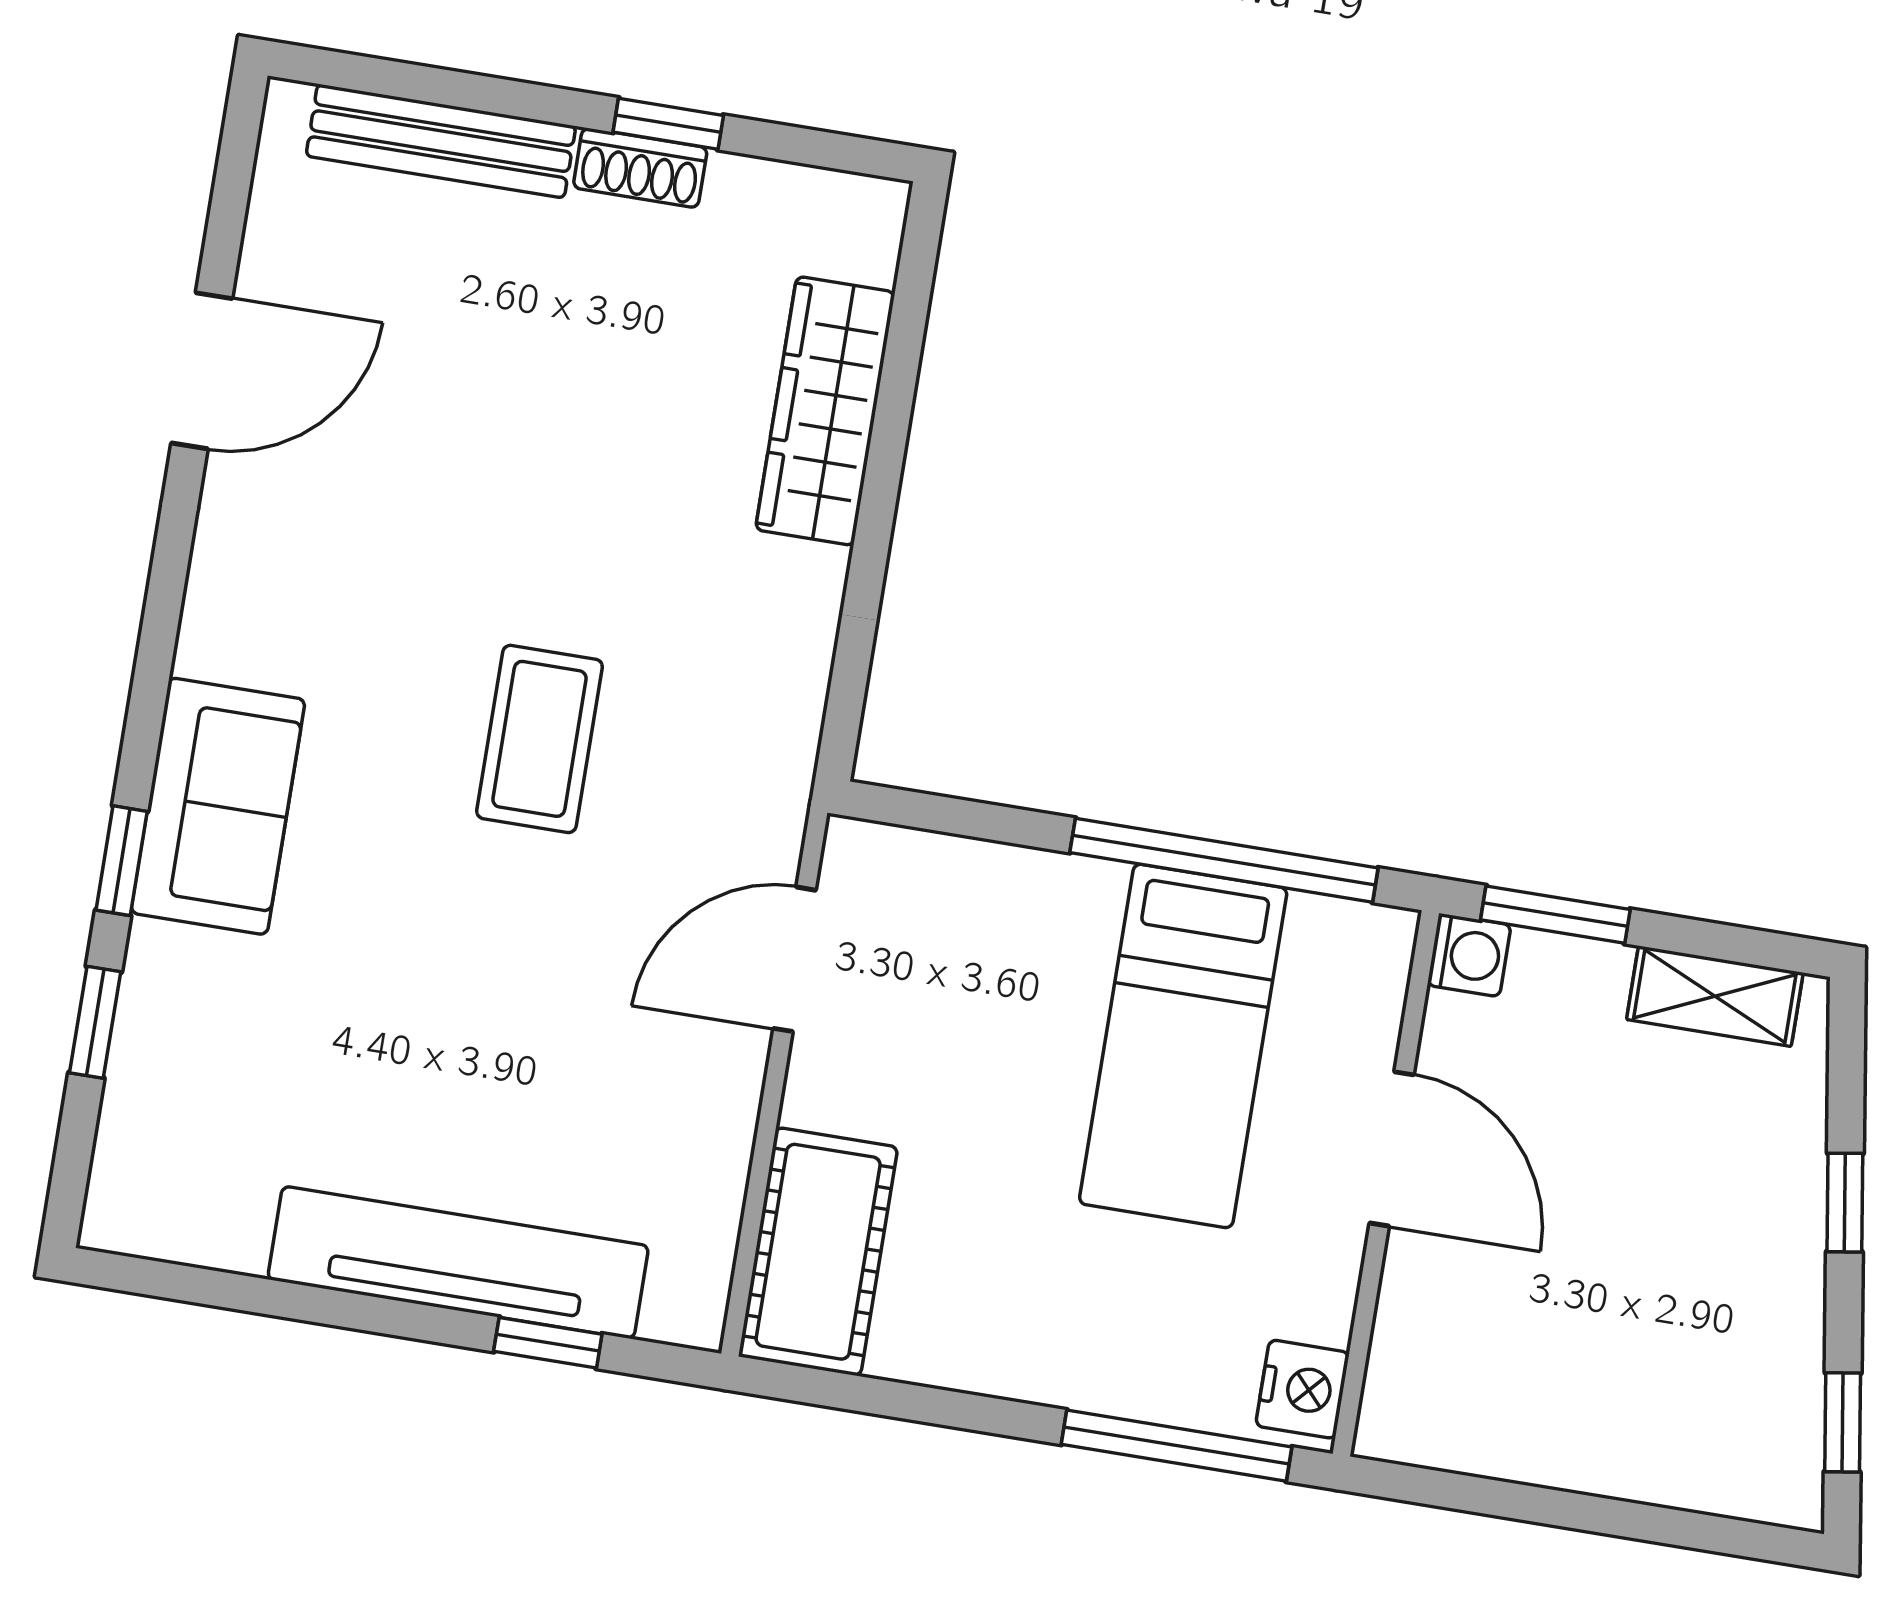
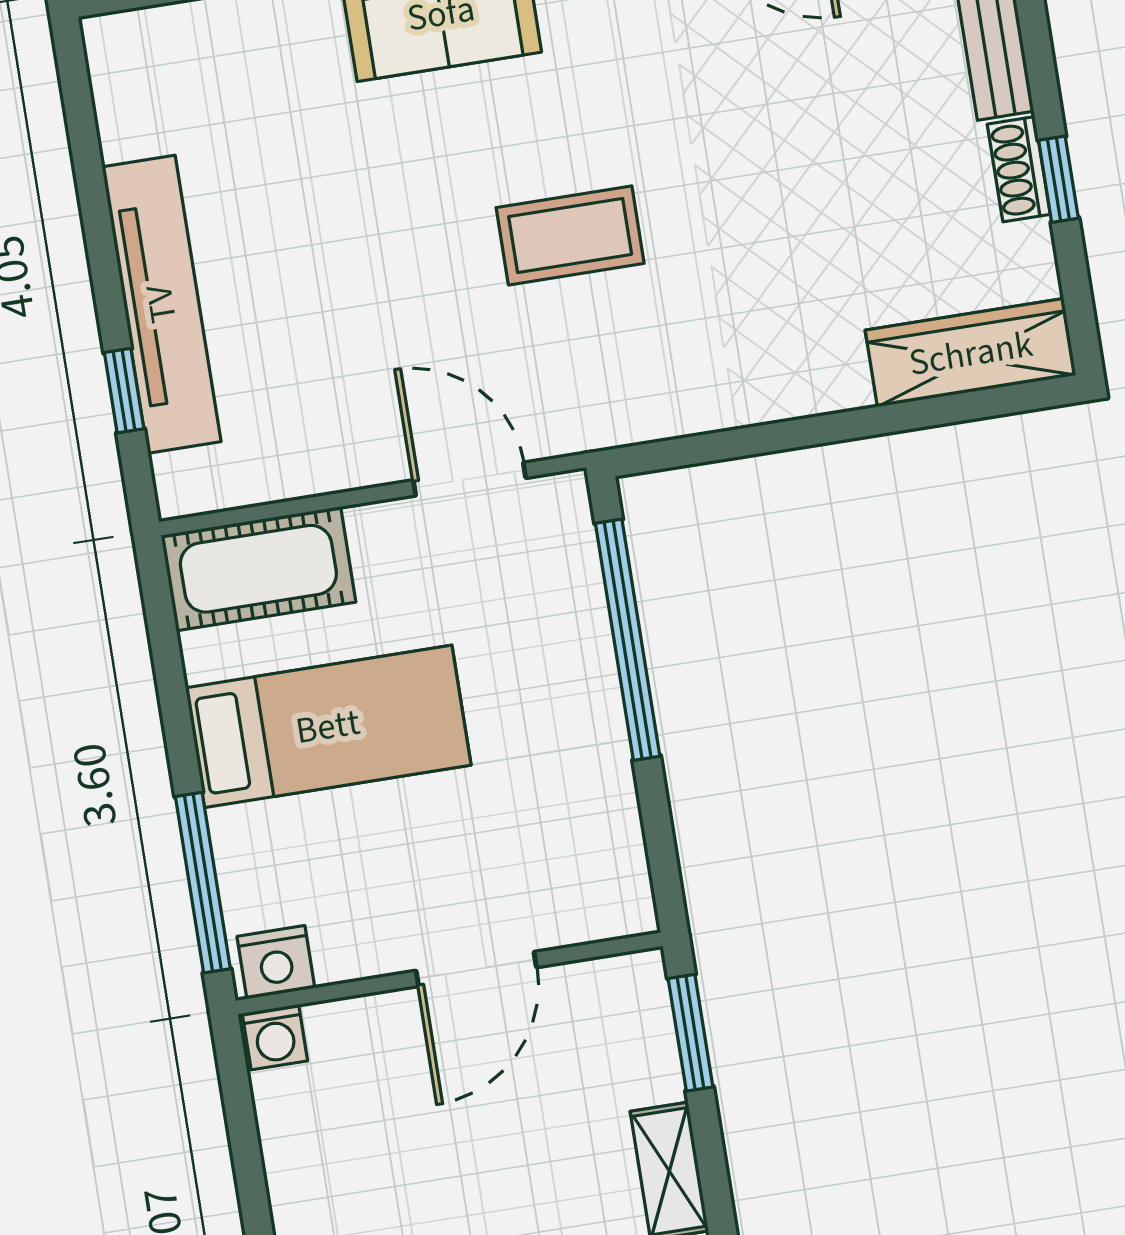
wardrobe: (825, 411) -> (971, 353), moved
window: (1224, 860) -> (628, 640), moved
washing machine: (1469, 955) -> (275, 1037), moved
bed: (1183, 1046) -> (328, 726), moved, turned 180

